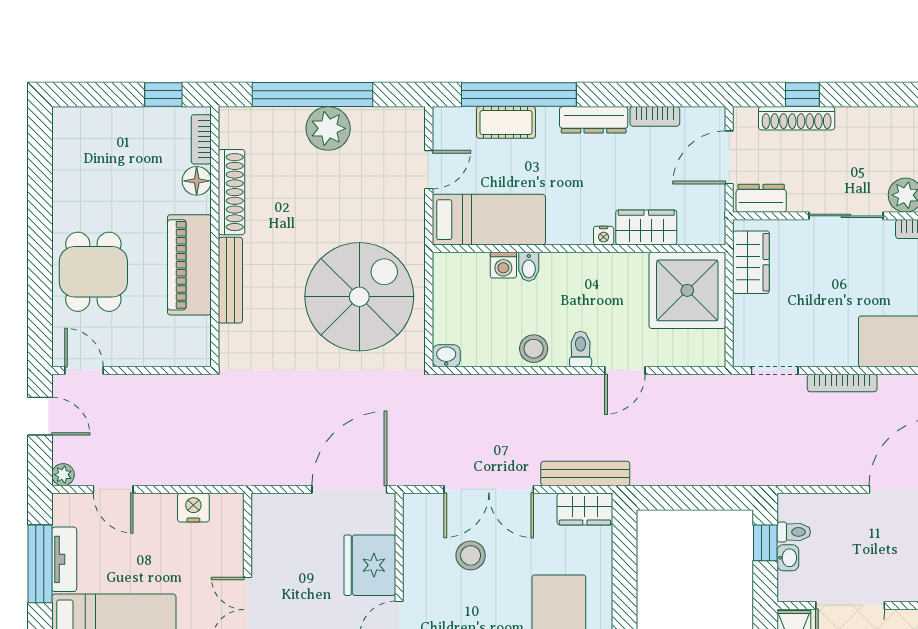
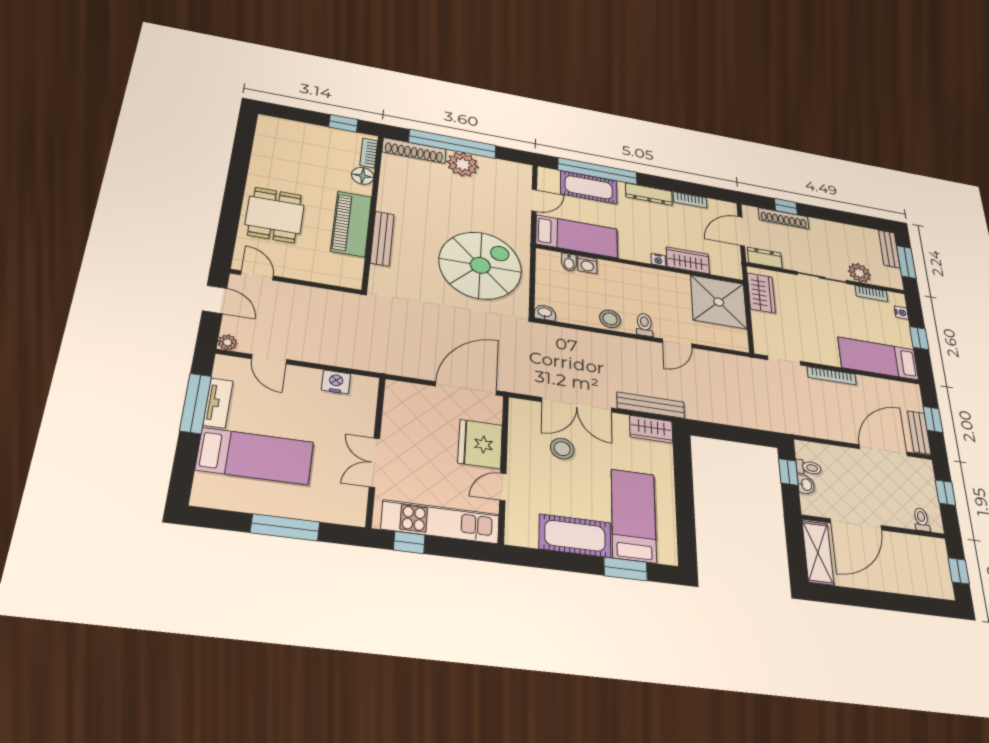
cot: (506, 122) -> (589, 187), width x1.37, depth x1.34
shoe rack: (232, 192) -> (414, 150), moved, turned 90
bidet: (529, 267) -> (569, 262), moved

